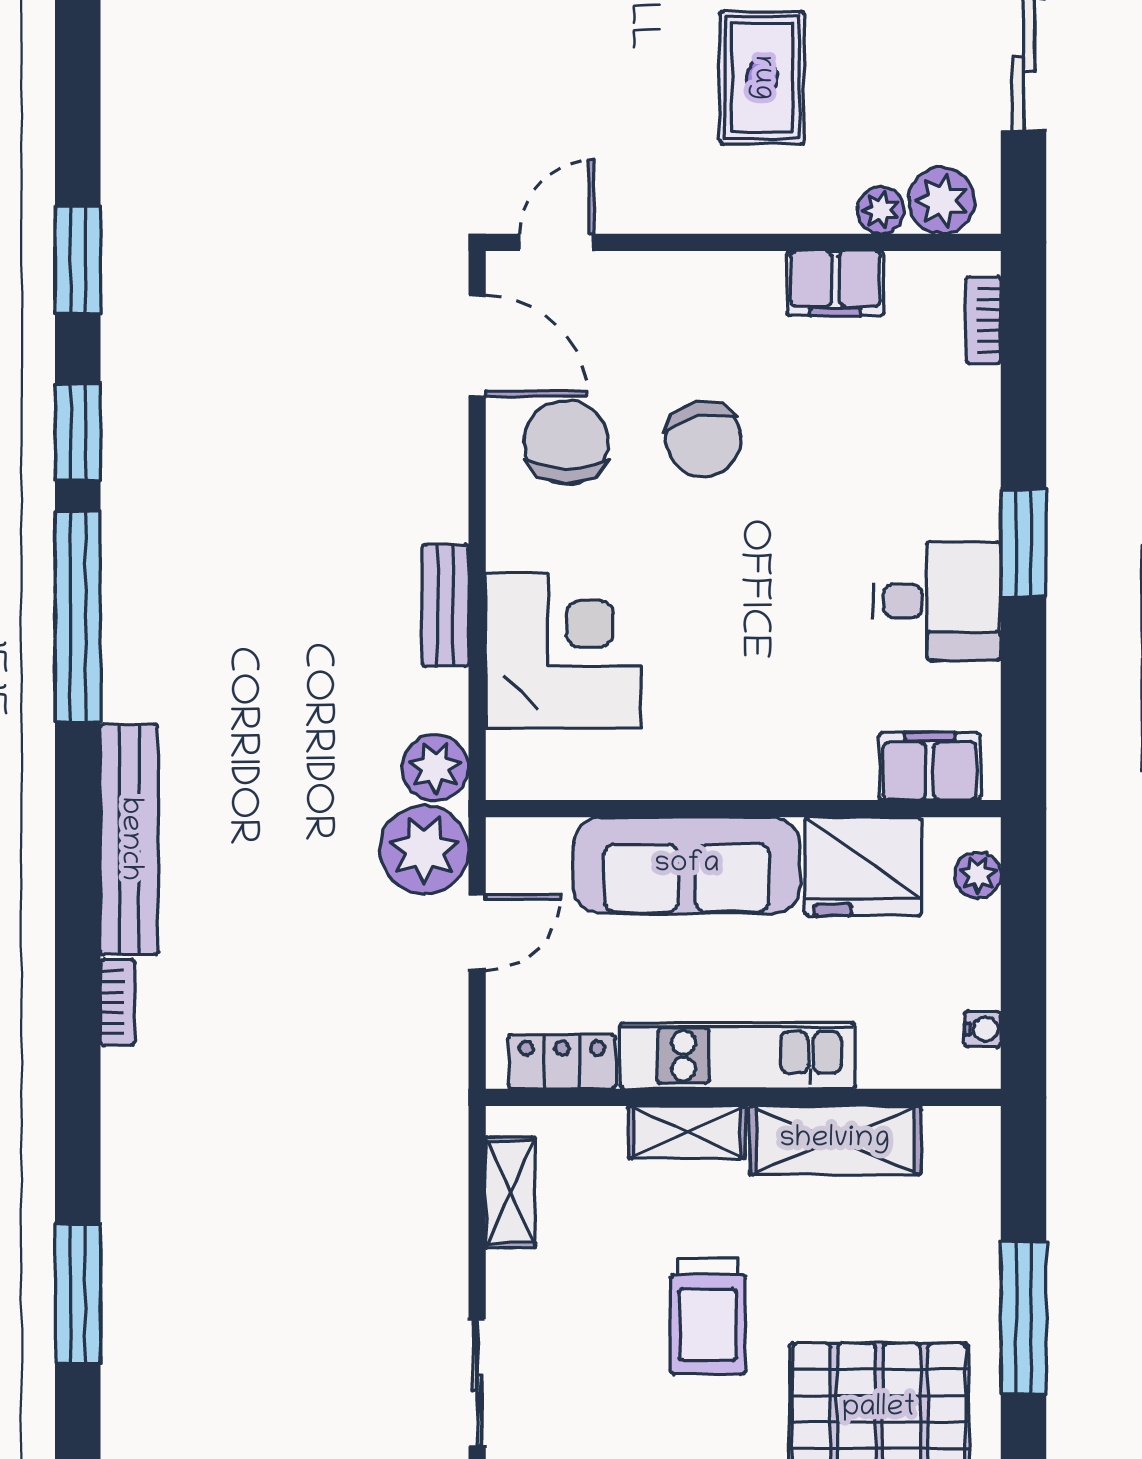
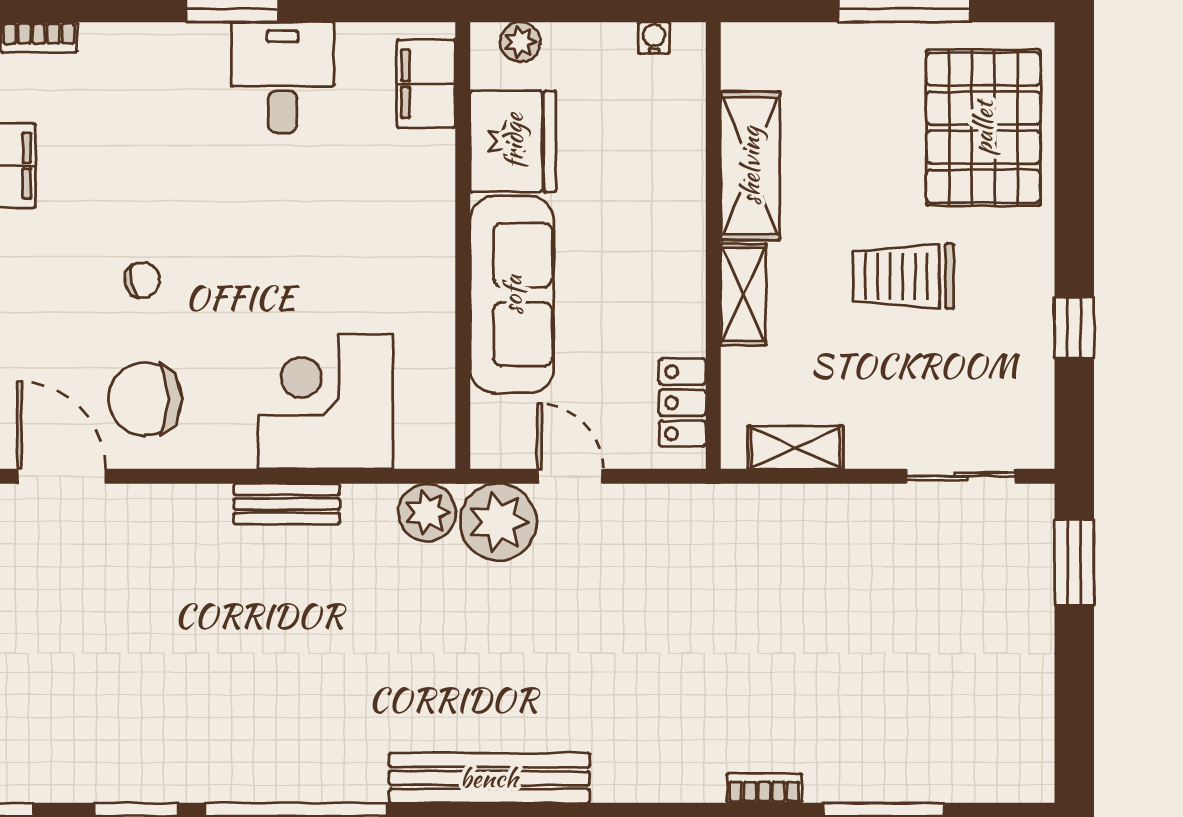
door: (477, 346) -> (61, 476), hinge flipped
chair: (703, 439) -> (142, 280), width x0.54, depth x0.54
bookcase: (118, 1002) -> (764, 788), moved
kitchen unit: (738, 1056) -> (677, 250), removed
trolley: (708, 1316) -> (903, 276), turned 180

